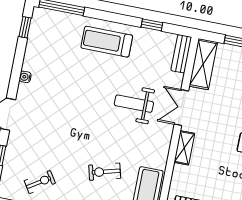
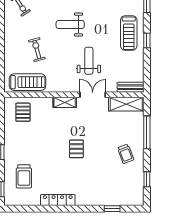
window: (152, 25) -> (147, 40), moved
treadmill: (107, 42) -> (129, 33), turned 180
weight bench: (79, 119) -> (70, 25), added

